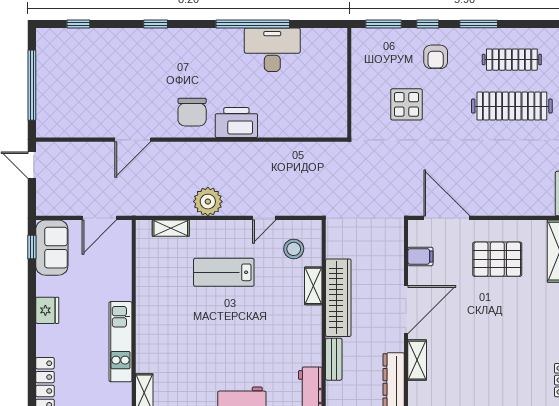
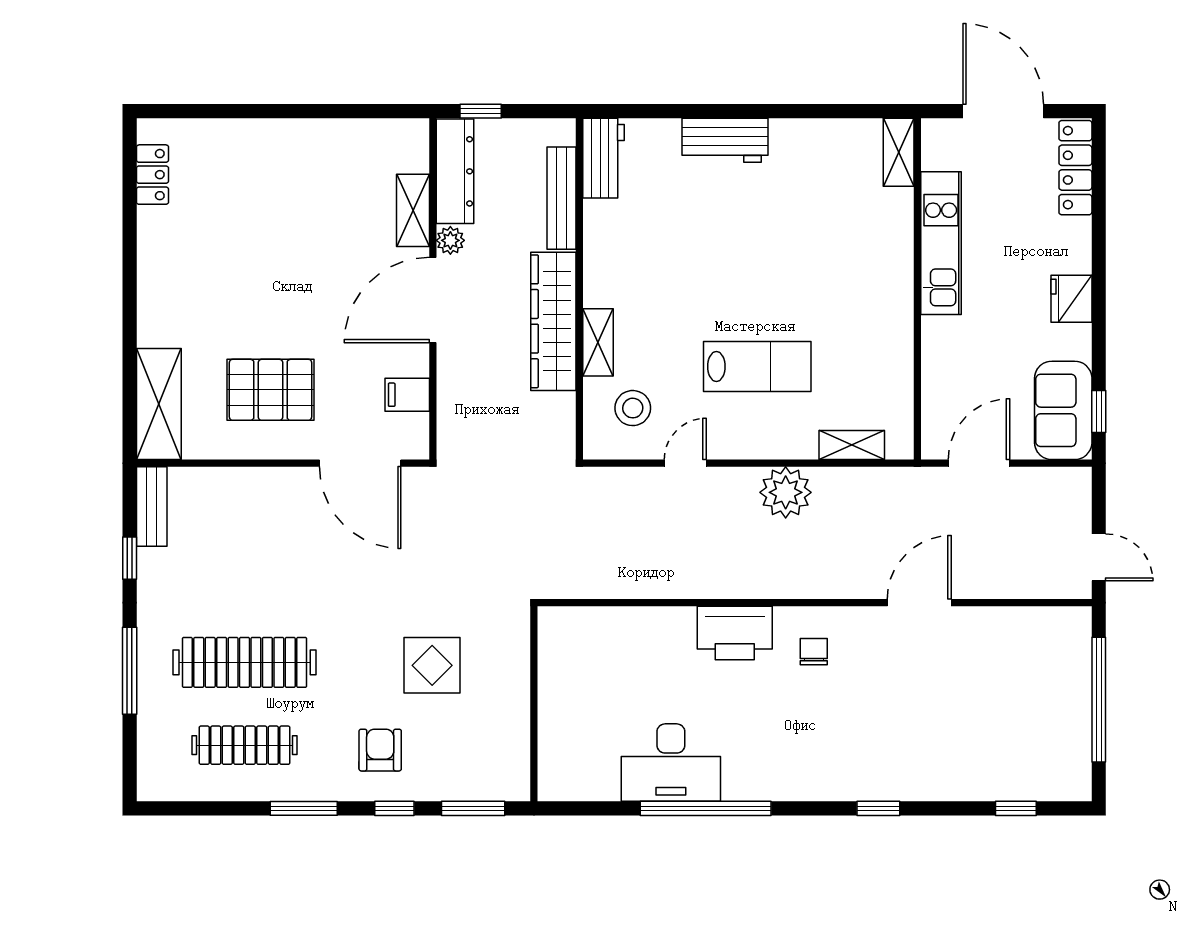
chair: (192, 112) -> (814, 652), width x0.54, depth x0.54
plant: (396, 343) -> (450, 240), added
bench: (334, 359) -> (561, 198), width x1.36

